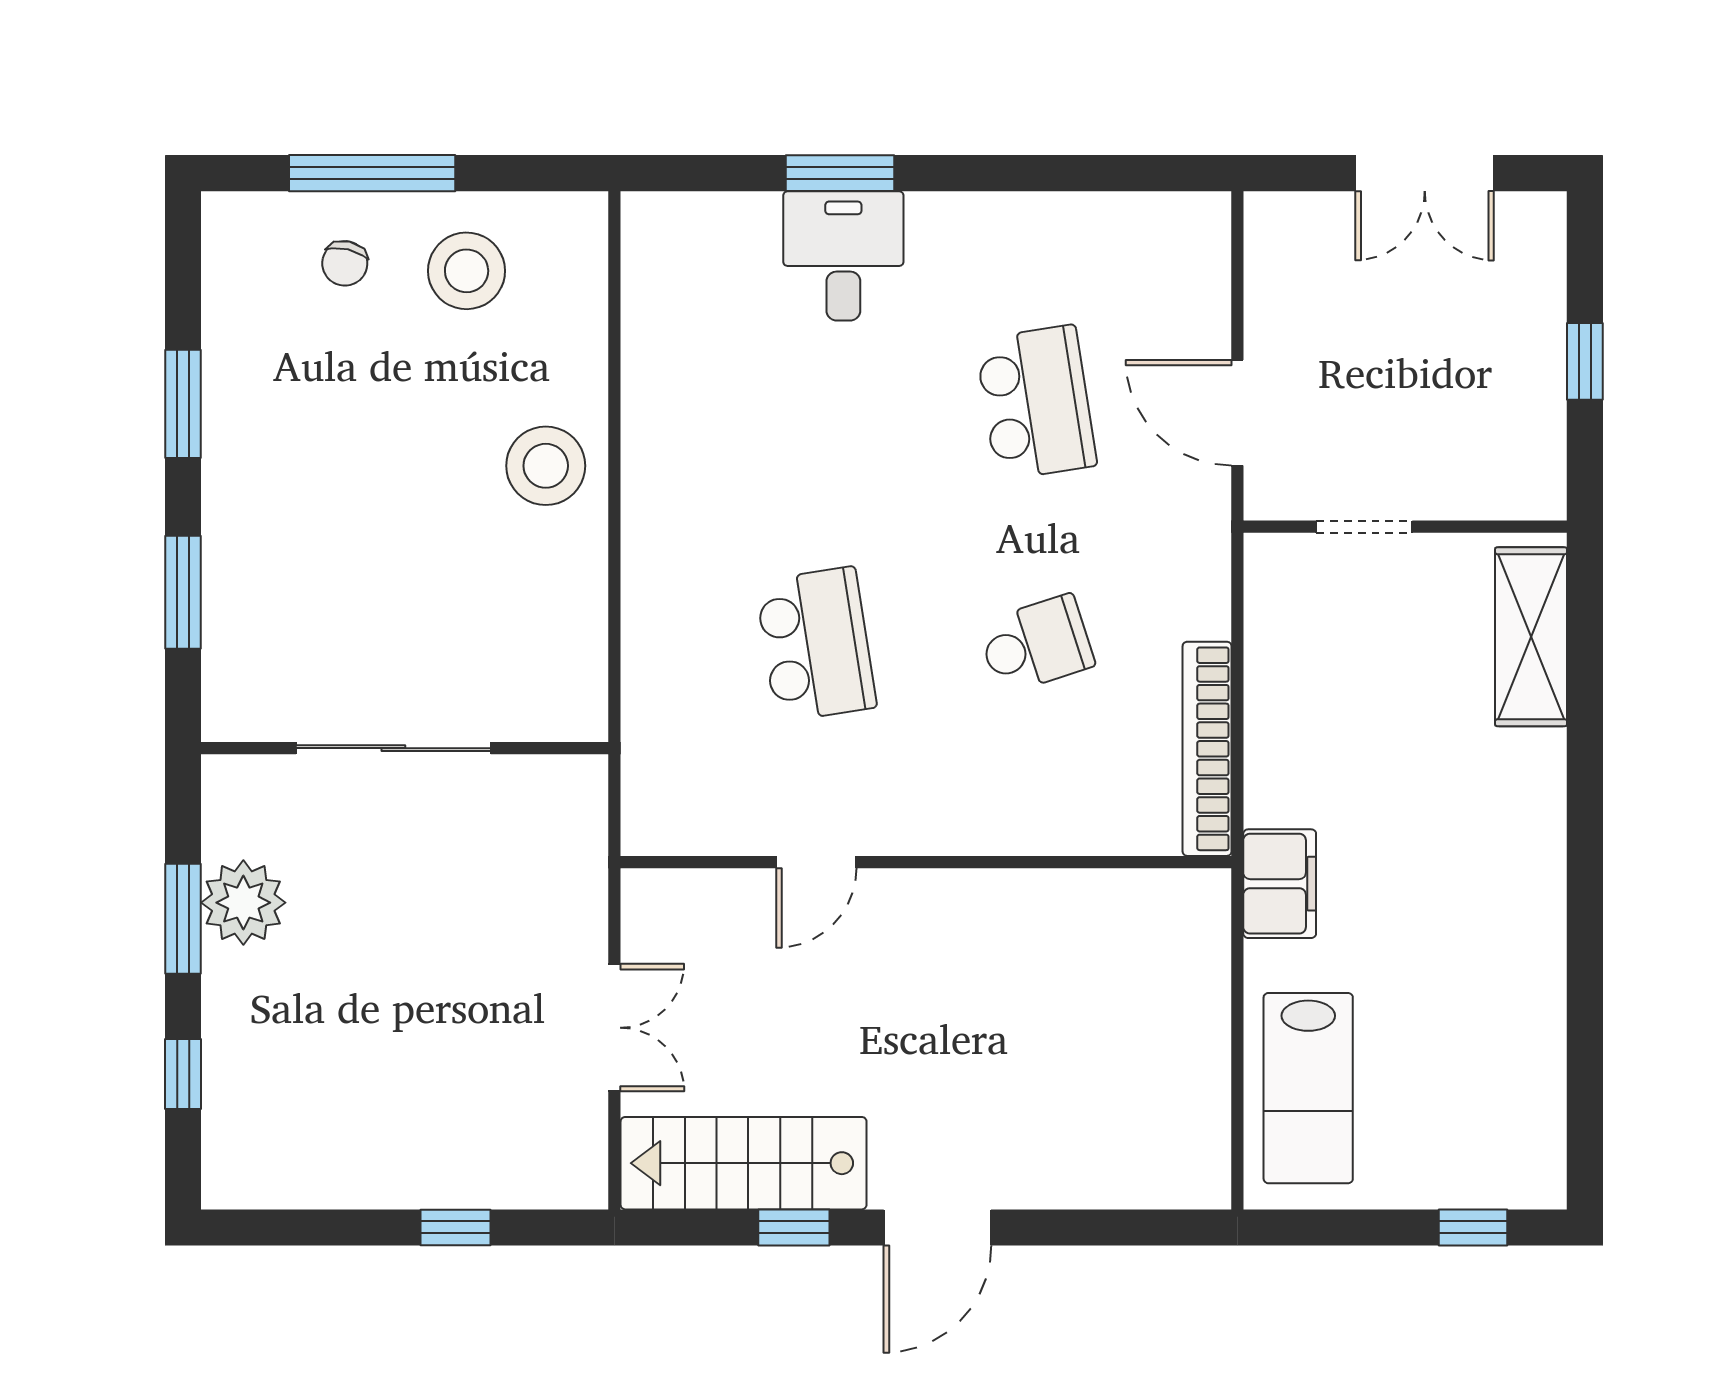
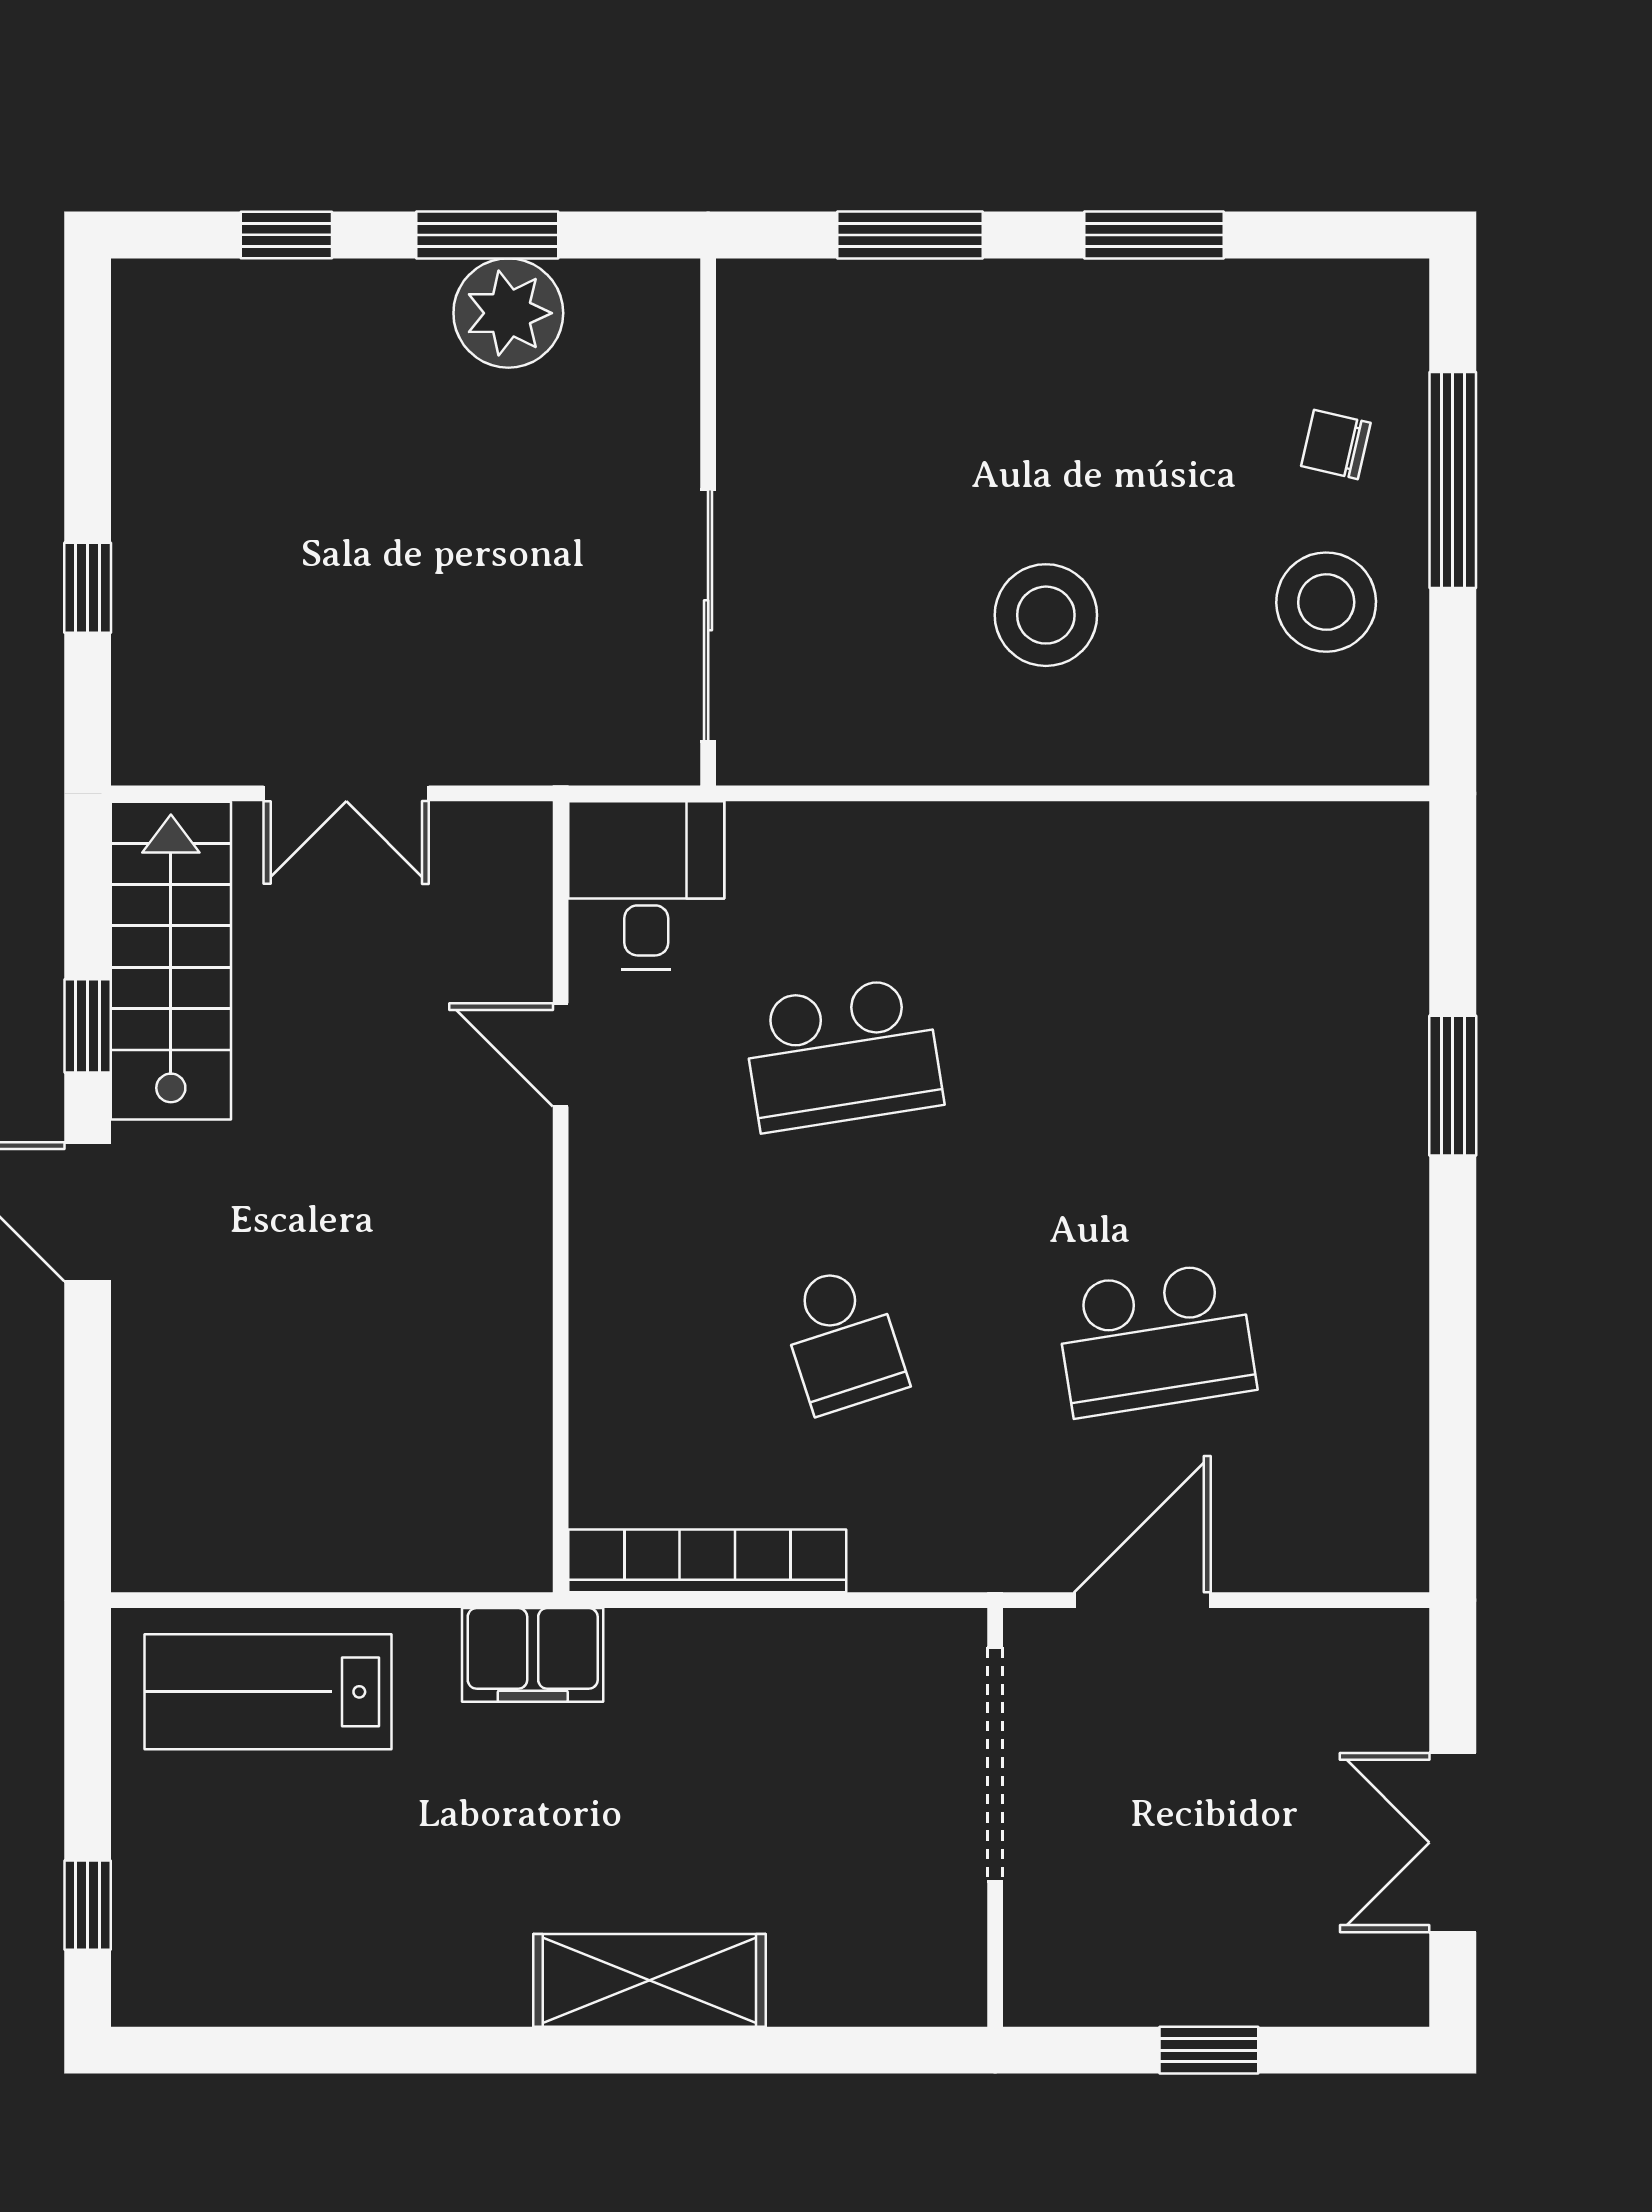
desk: (843, 256) -> (646, 885), moved, turned -90
stool: (546, 466) -> (1046, 615), moved
doorway: (1364, 527) -> (995, 1764), width x1.87
shelving: (1531, 637) -> (649, 1980), moved
sliding door: (393, 748) -> (708, 615), moved

